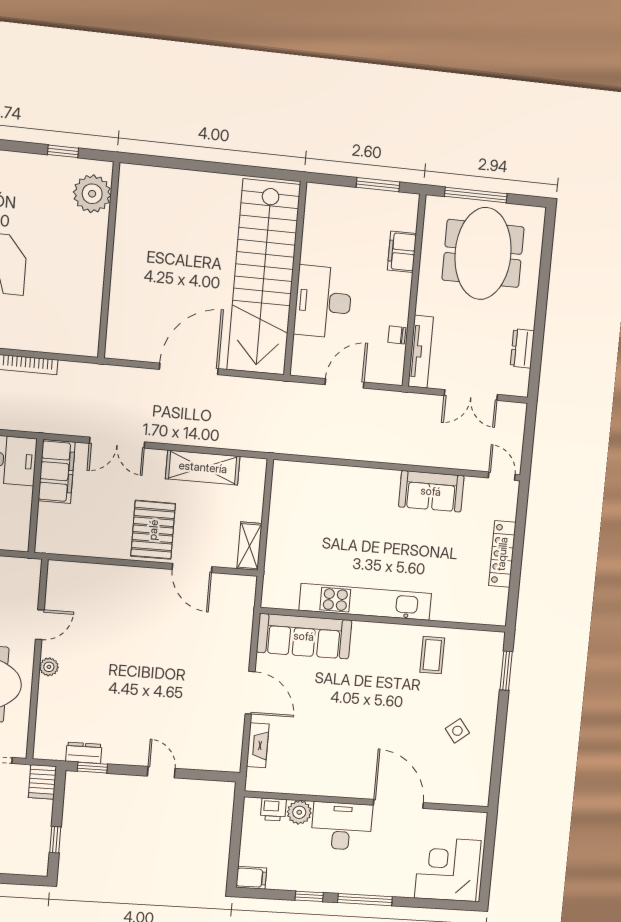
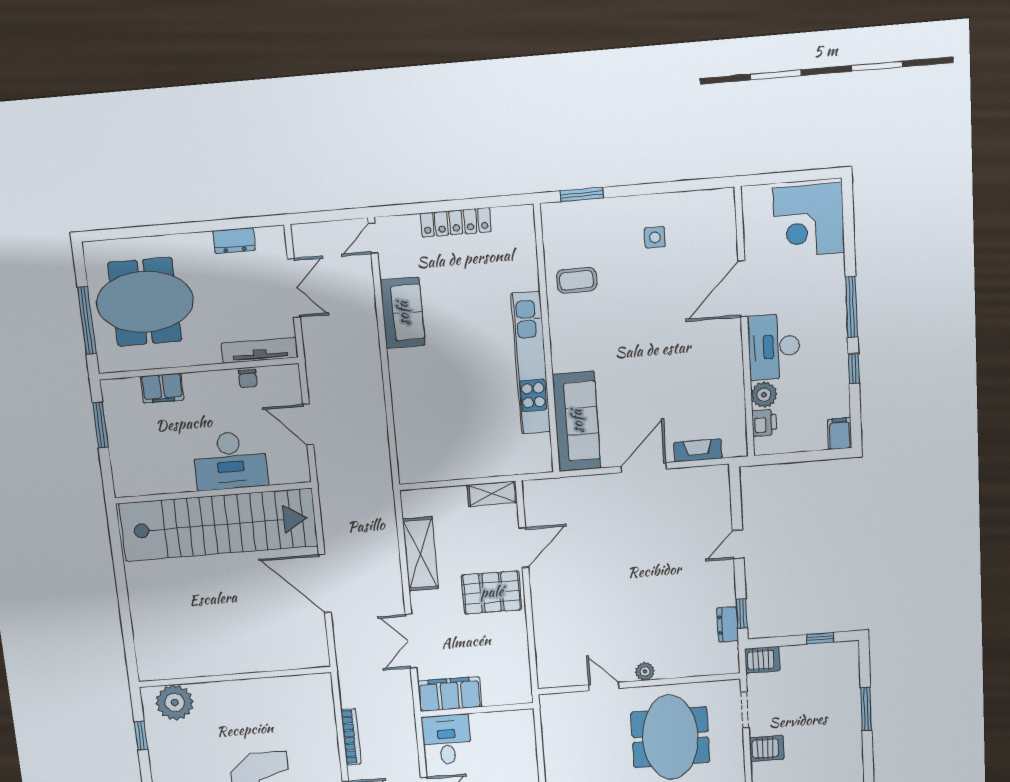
double door: (117, 443) -> (411, 641), swing flipped
side table: (457, 731) -> (655, 237), turned 38

